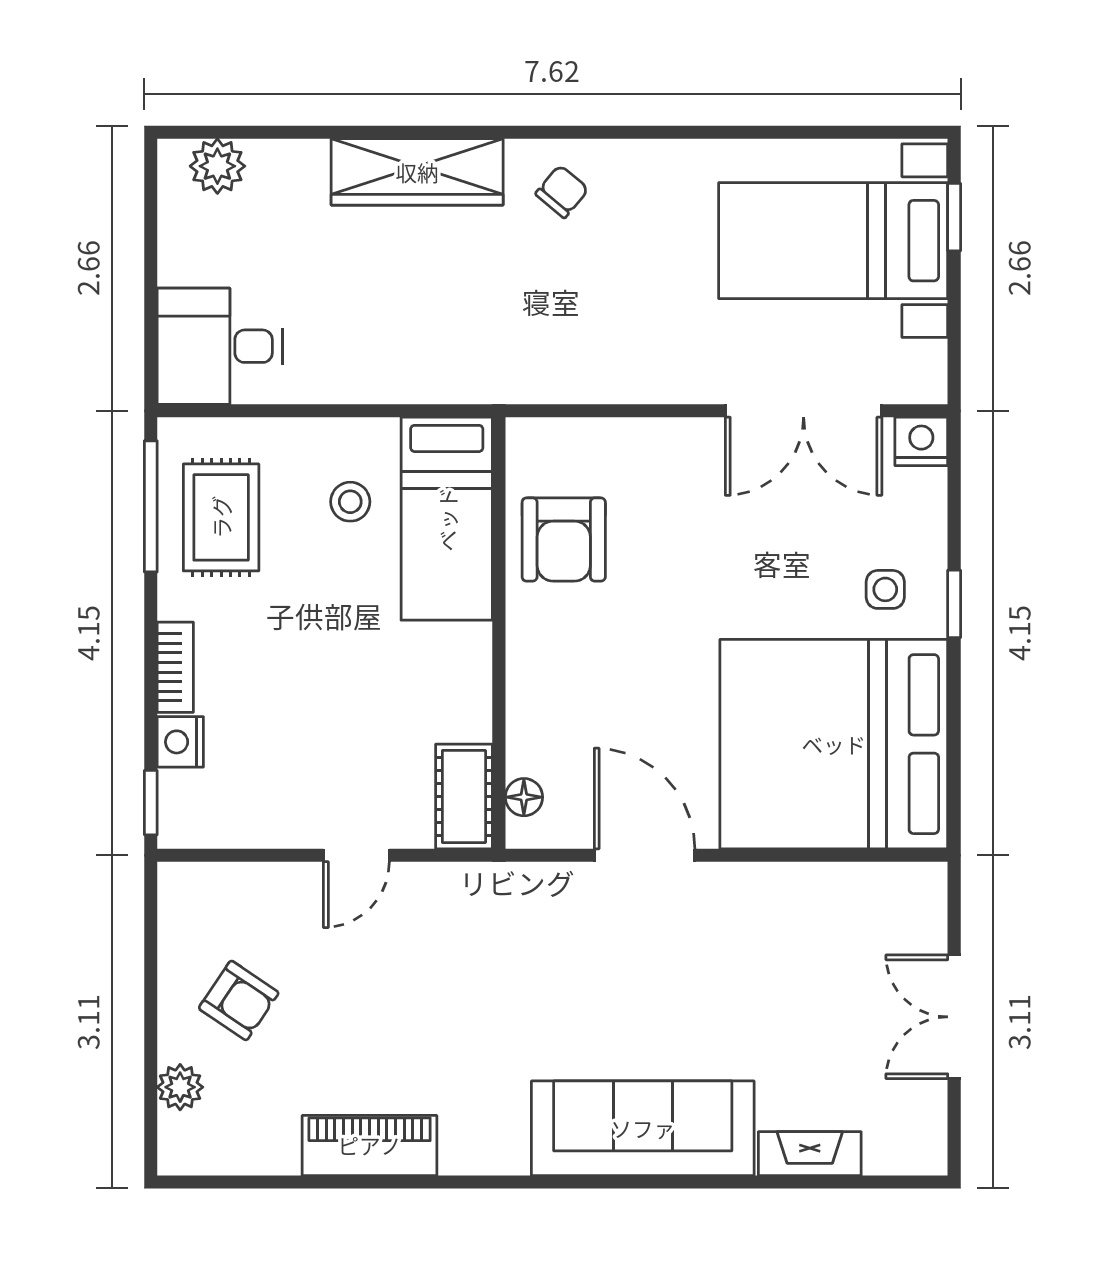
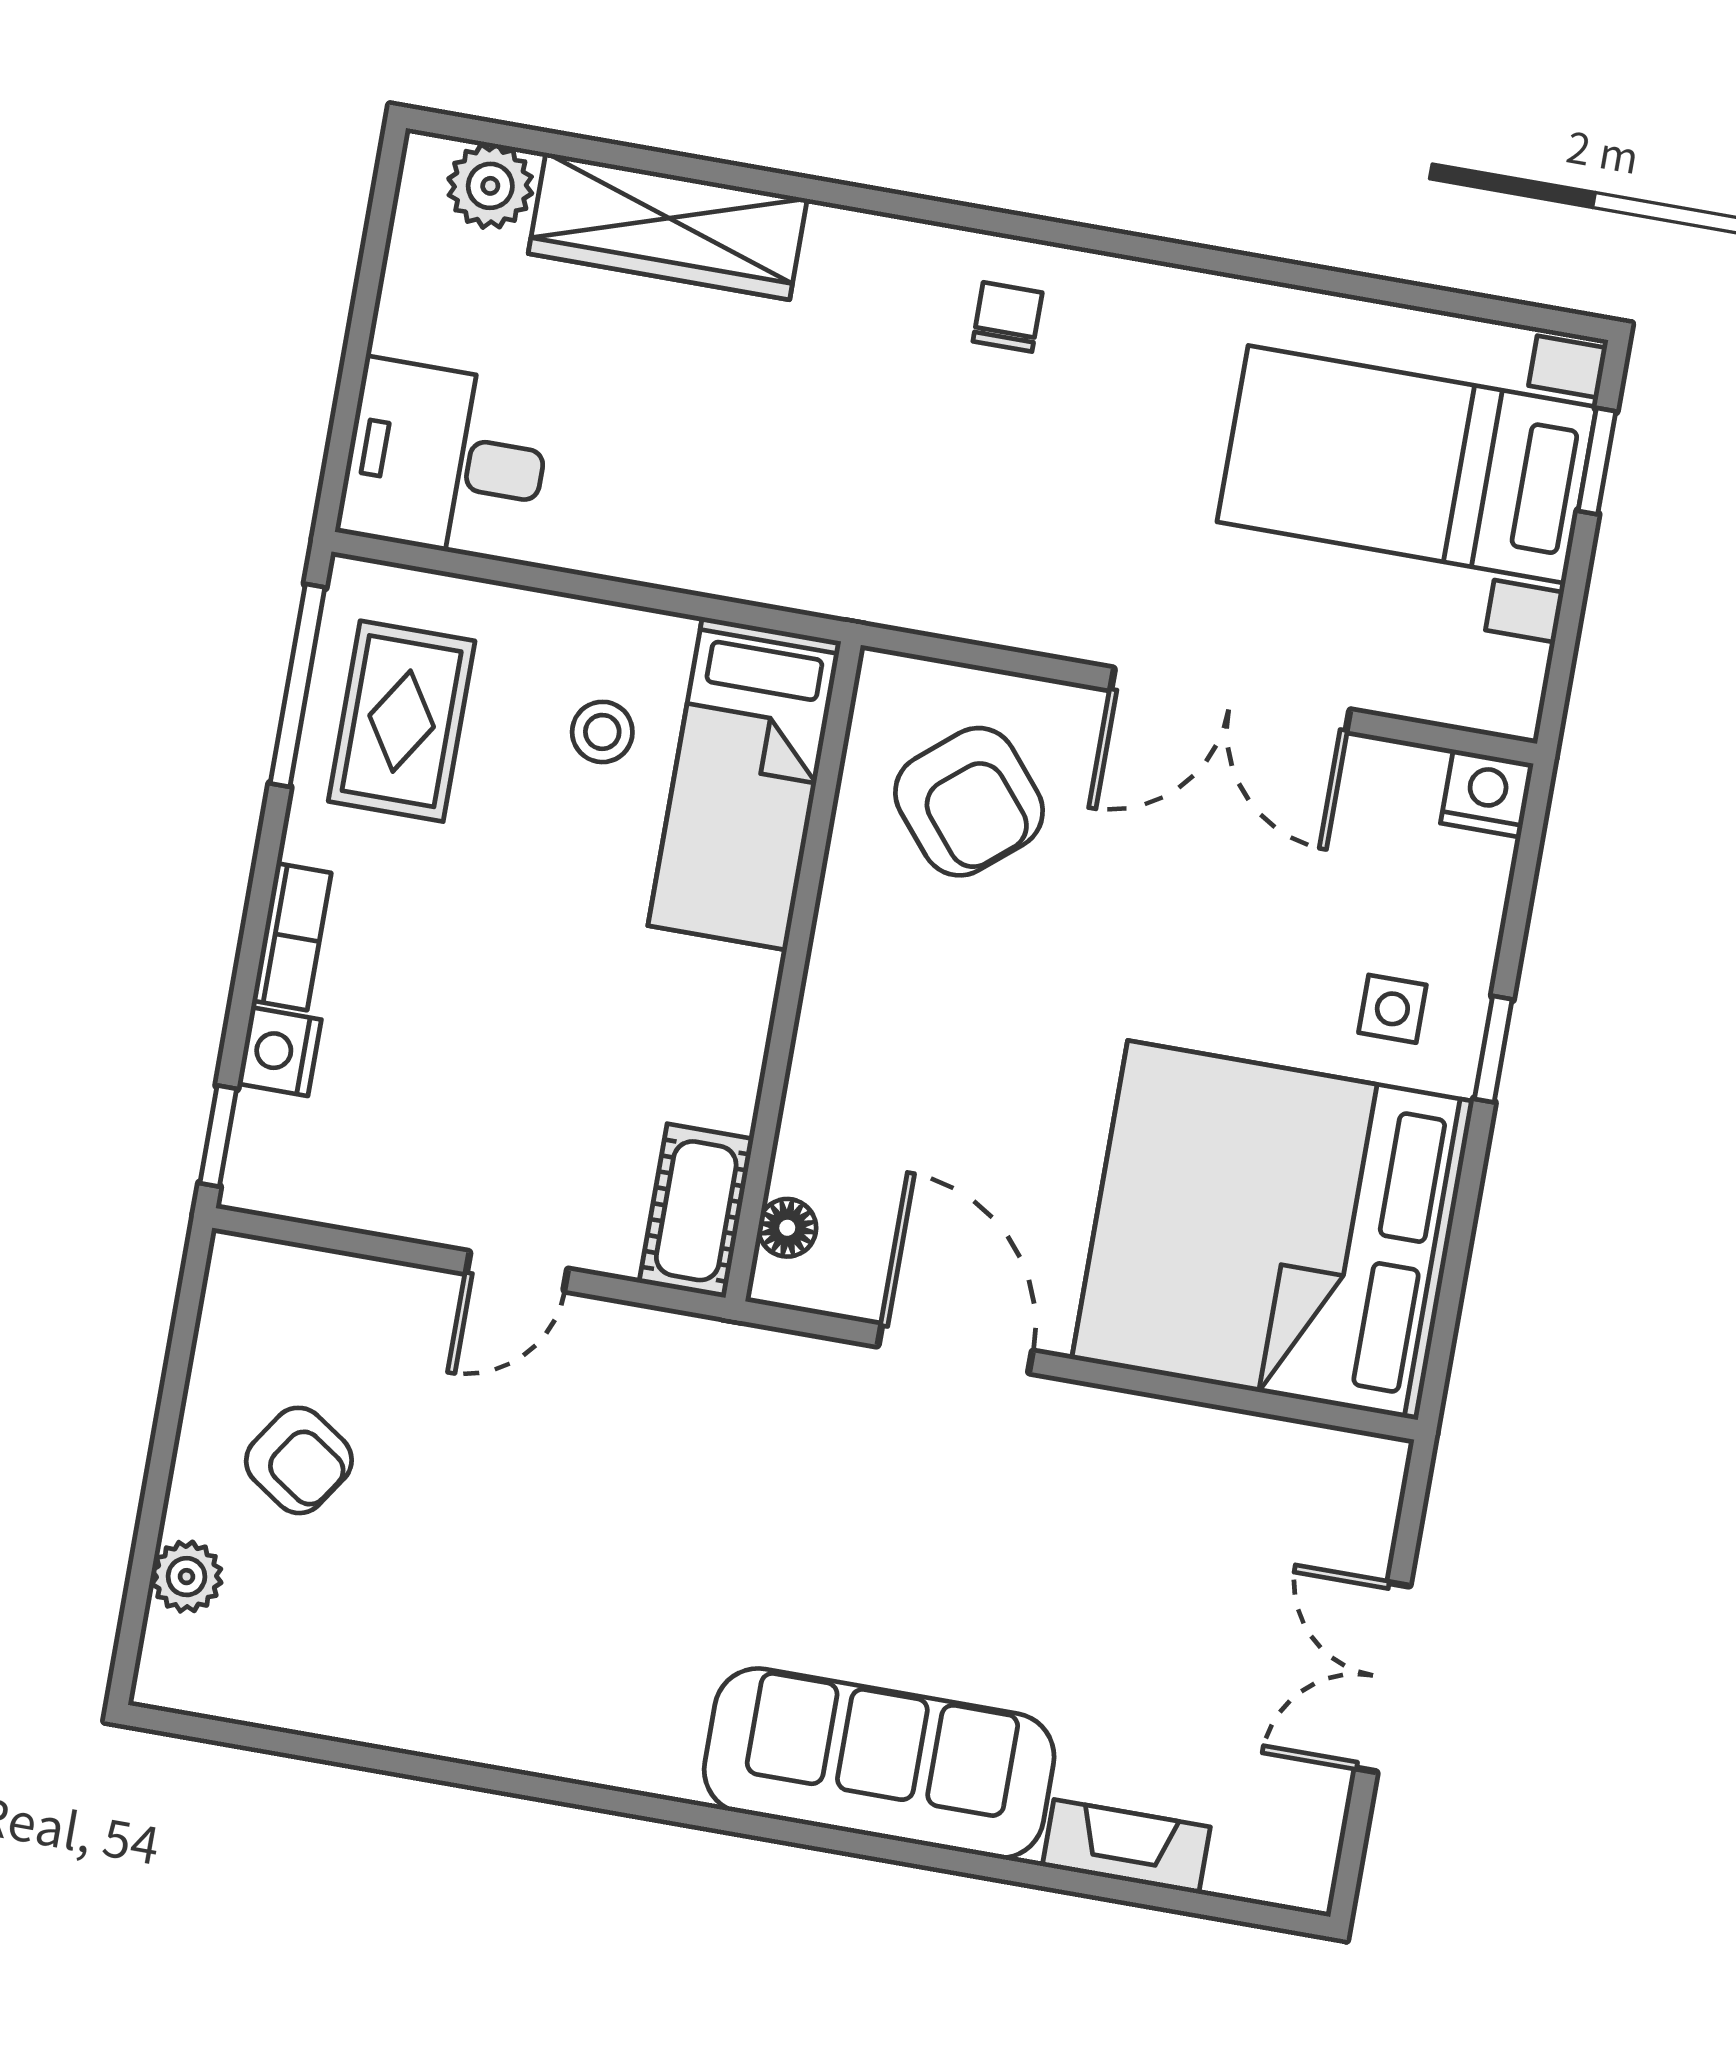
wardrobe: (417, 172) -> (668, 226), moved
chair: (562, 192) -> (1008, 317), turned -40
double door: (804, 411) -> (1230, 700), moved
armchair: (564, 540) -> (969, 802), moved, turned -40
piano: (370, 1145) -> (459, 1716), removed

